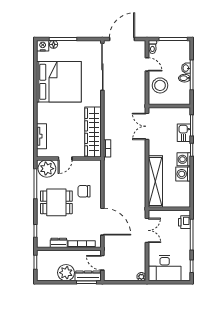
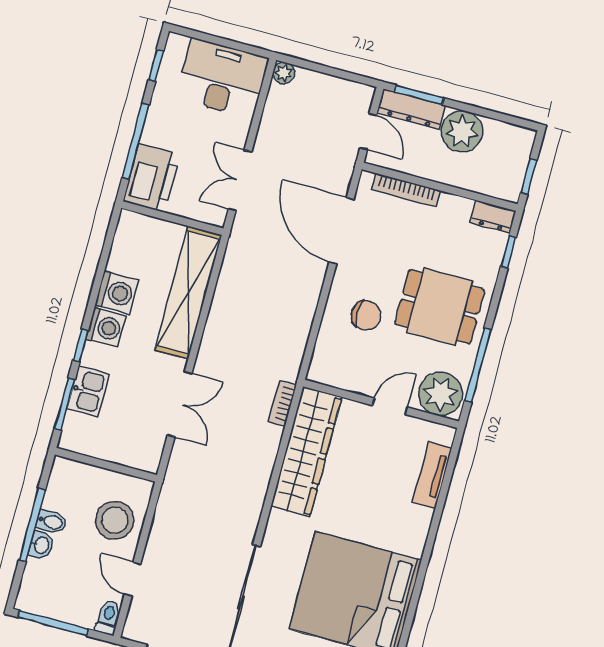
double door: (147, 126) -> (180, 404), moved
printer: (184, 222) -> (152, 178), width x1.87, depth x1.48
dresser: (59, 243) -> (493, 217), moved

